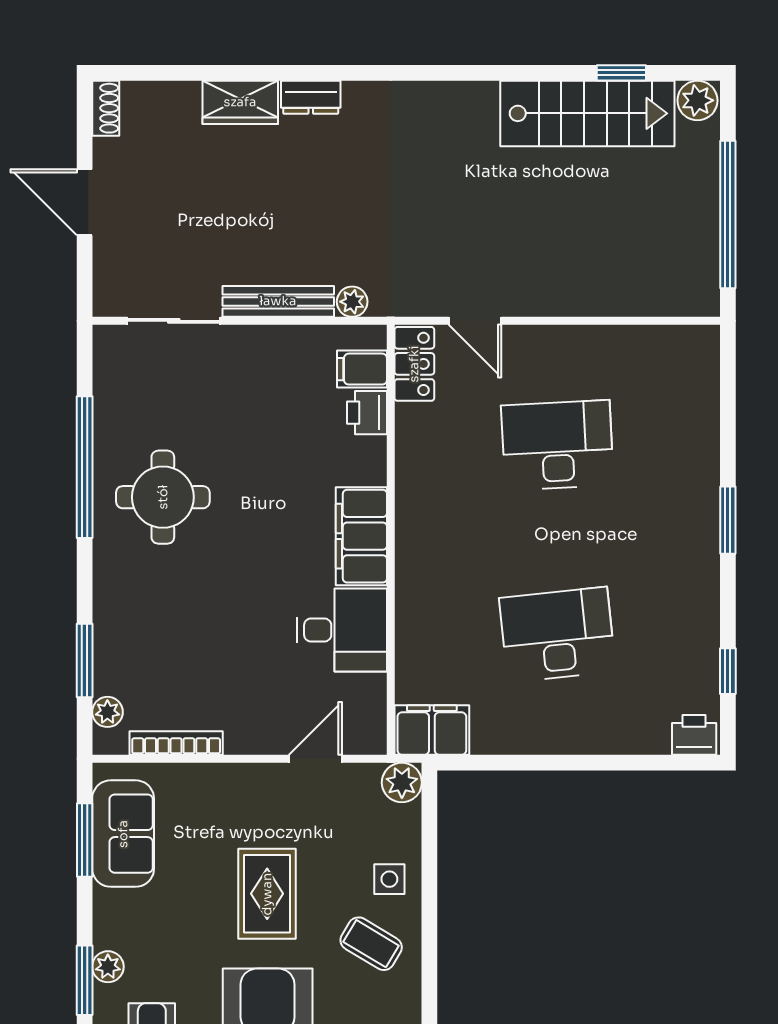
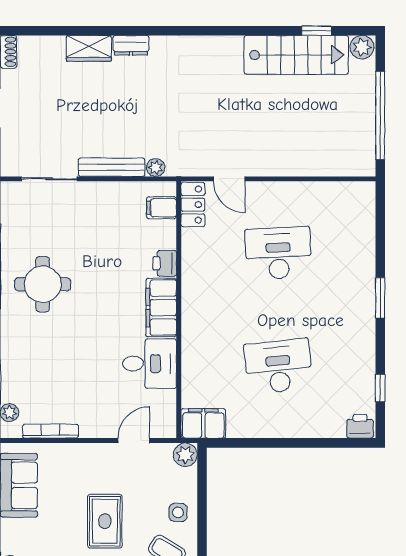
printer: (367, 413) -> (165, 263), moved

